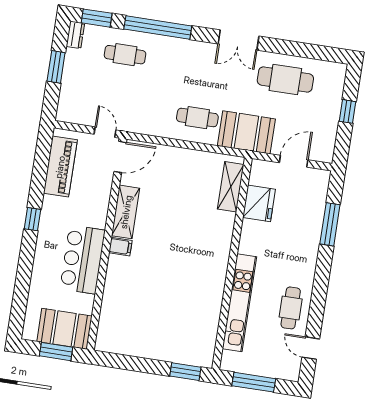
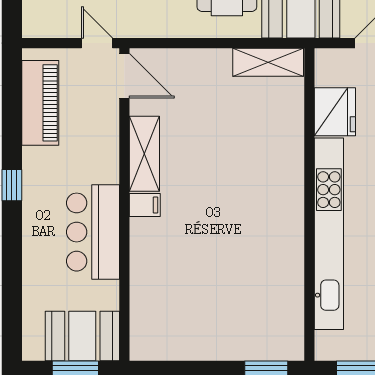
door: (120, 157) -> (124, 76), hinge flipped
shelving: (231, 187) -> (268, 62), moved, turned 90
kitchen unit: (239, 303) -> (329, 234), width x1.36

